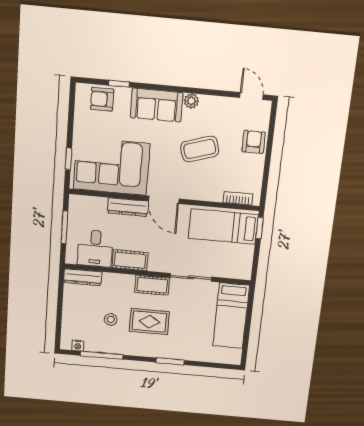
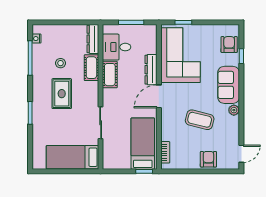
armchair: (254, 142) -> (208, 159), turned -90
coffee table: (200, 149) -> (200, 120), turned -59
cot: (152, 285) -> (91, 68), moved

